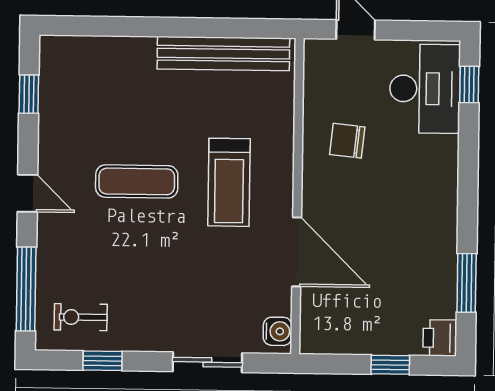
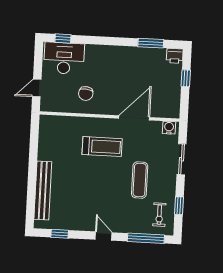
bench: (223, 54) -> (43, 190), moved
exercise mat: (137, 181) -> (140, 180), moved
door: (27, 193) -> (104, 236), hinge flipped

